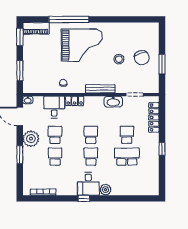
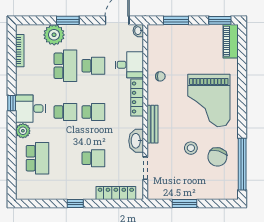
window: (69, 19) -> (242, 164), moved
chair: (142, 58) -> (217, 157), moved, turned -56
locker: (75, 101) -> (137, 97), width x1.53
plant: (31, 139) -> (54, 35), moved
school desk: (55, 157) -> (65, 66), width x1.85
school desk: (127, 157) -> (37, 158), moved

